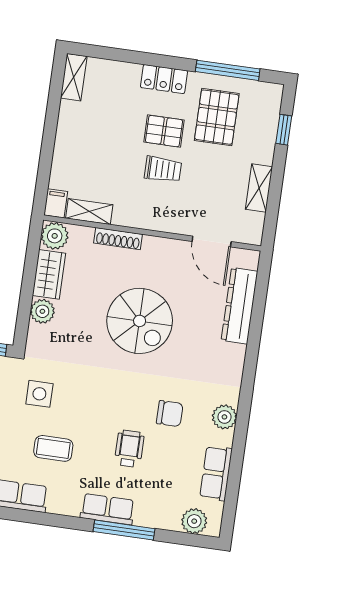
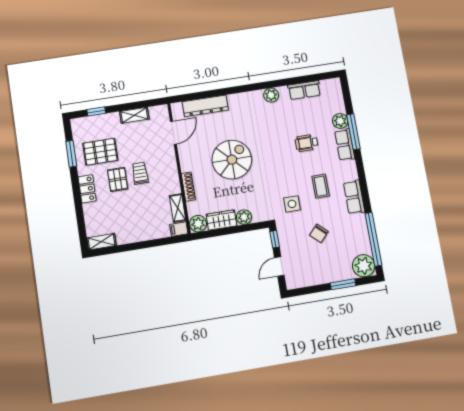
window: (228, 70) -> (71, 154), width x0.69
chair: (170, 414) -> (279, 126), removed
plant: (194, 521) -> (340, 121), moved

